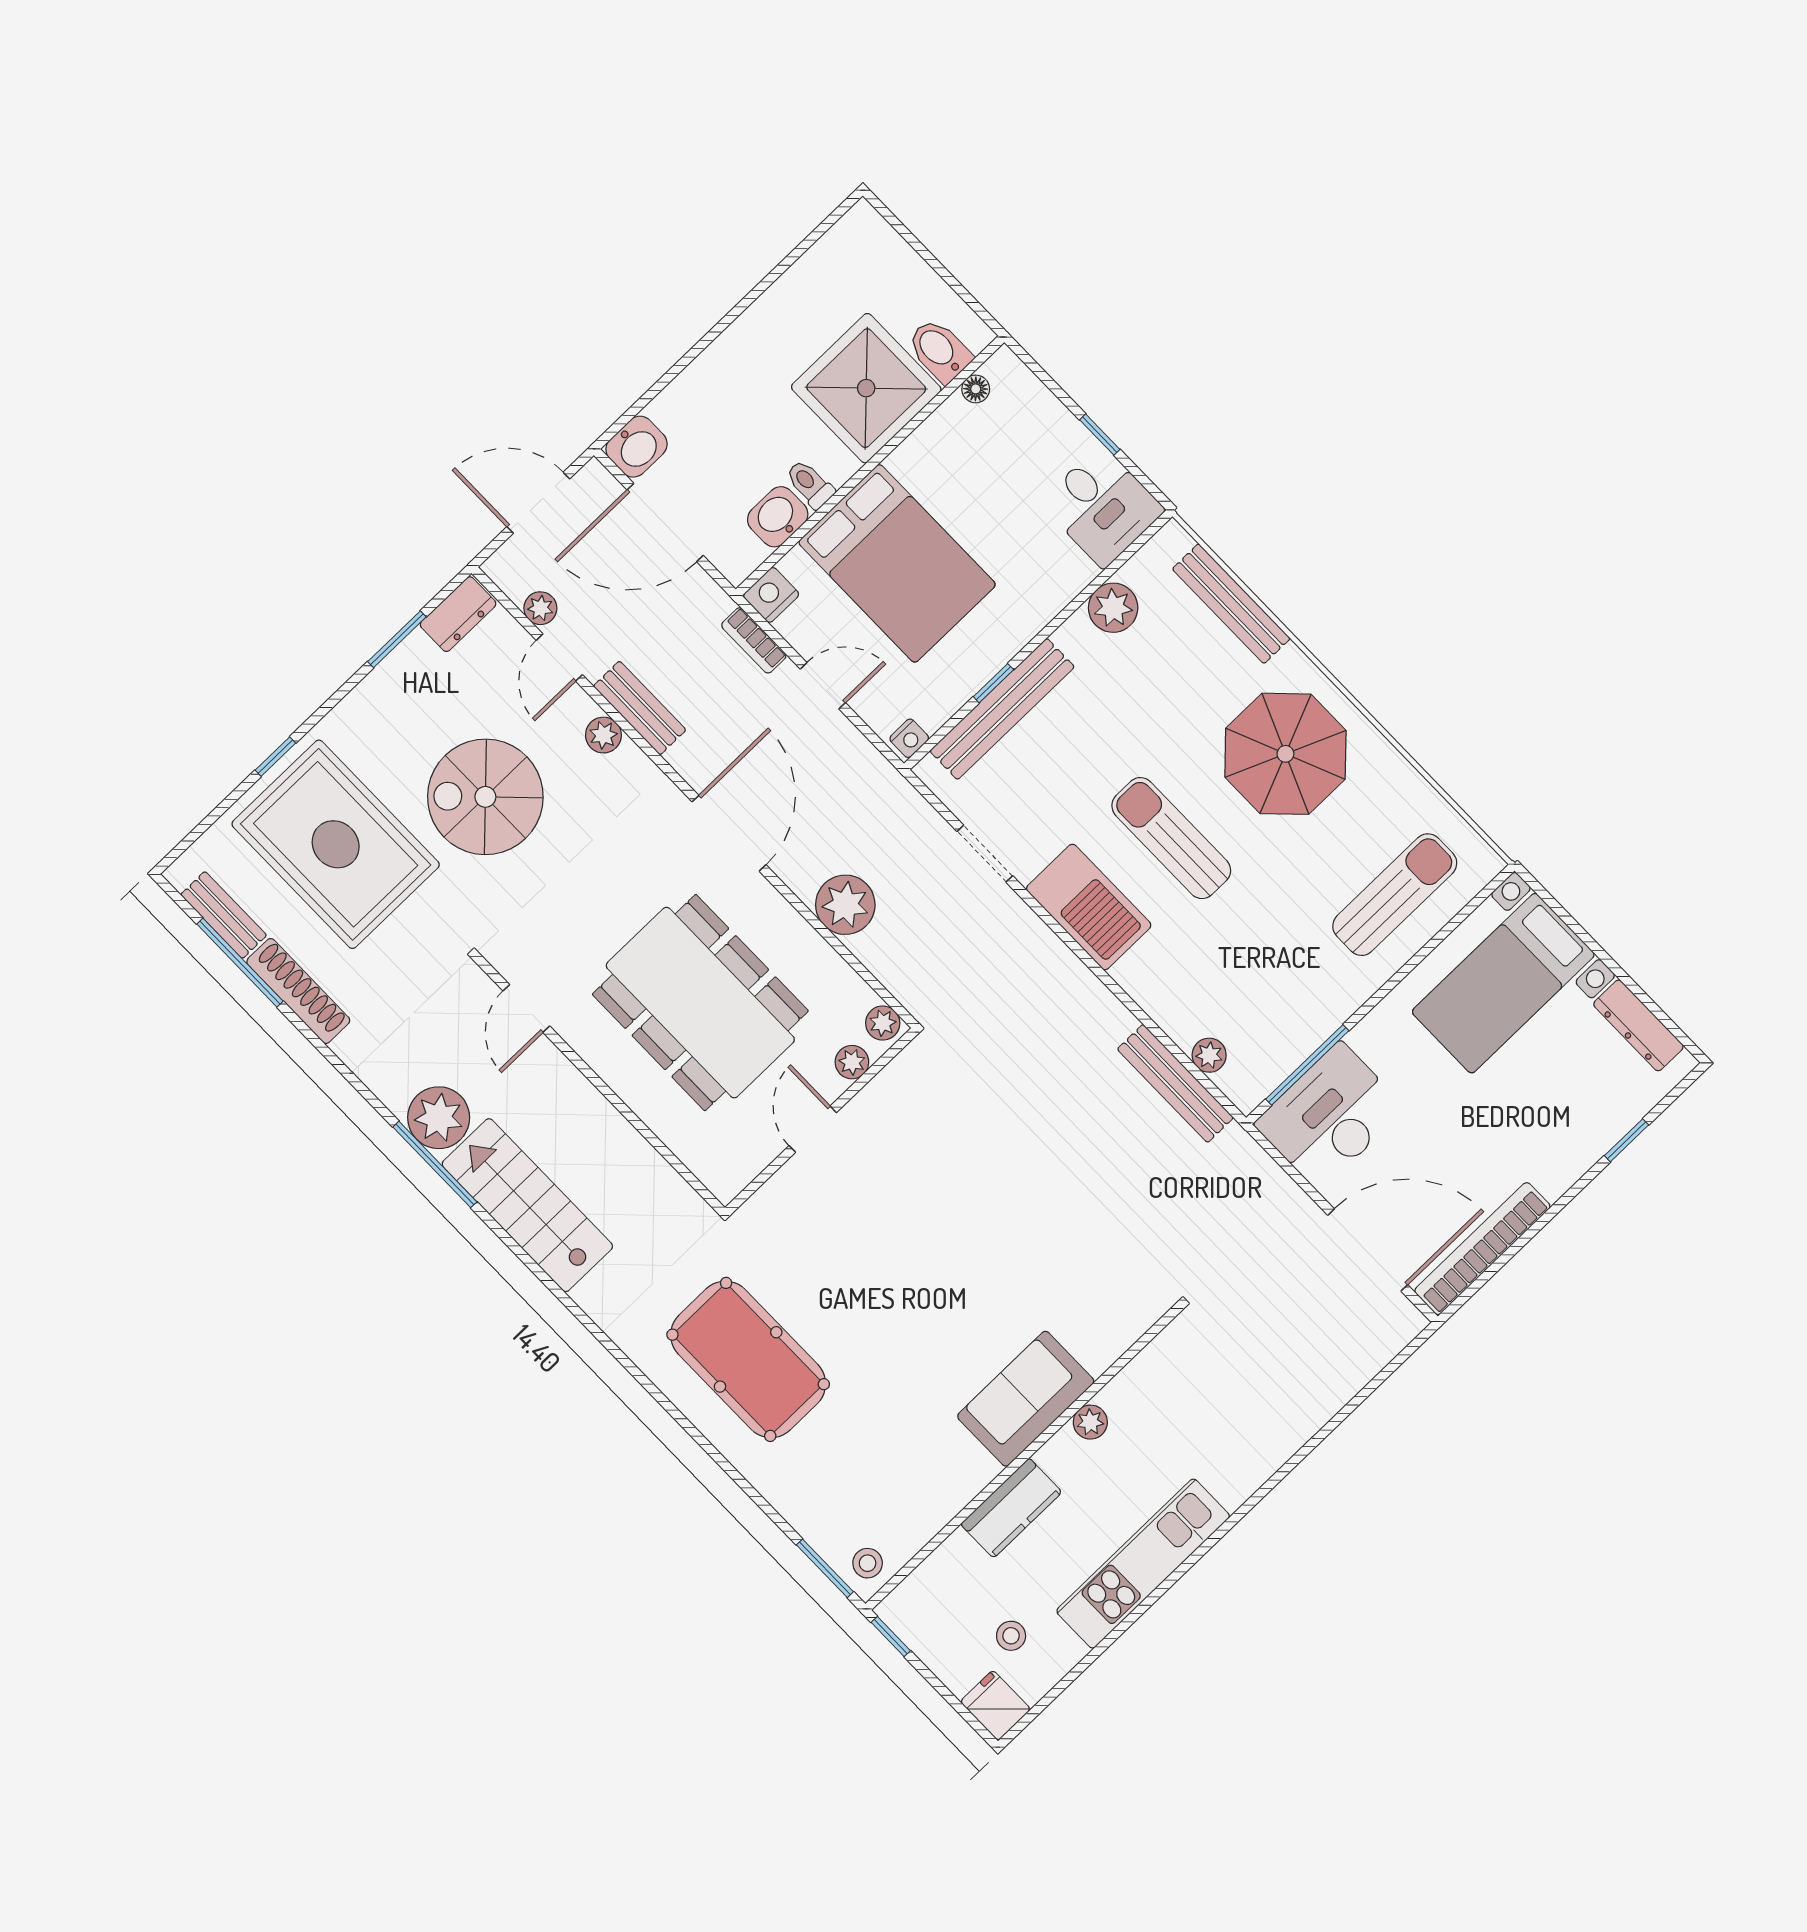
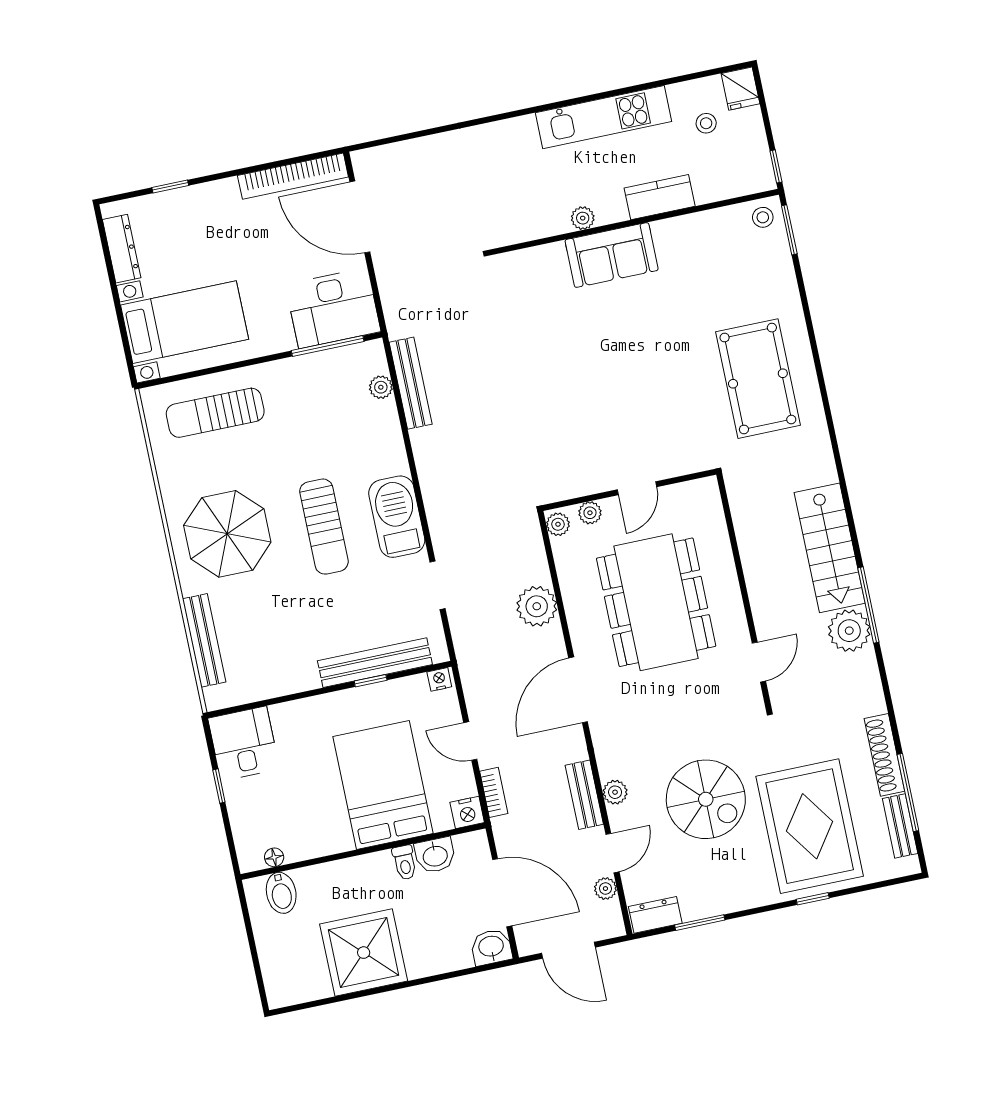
shower: (866, 388) -> (364, 953), moved
plant: (1113, 608) -> (274, 681), removed

